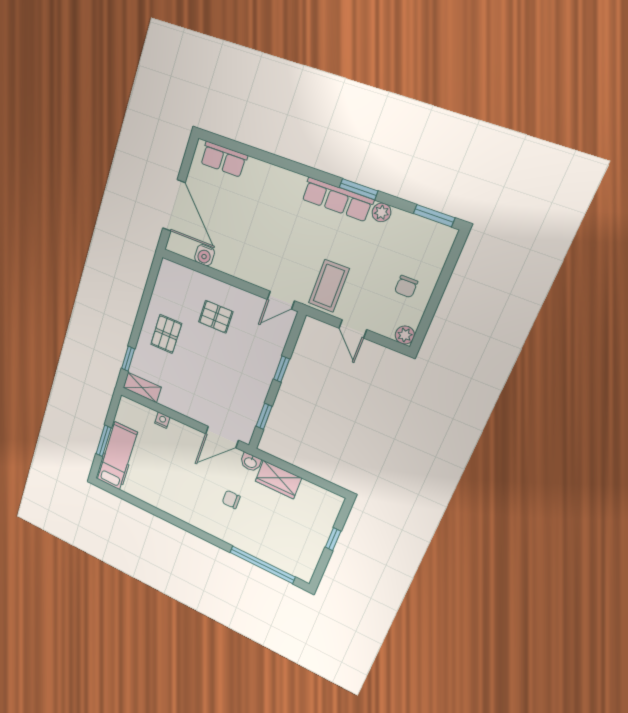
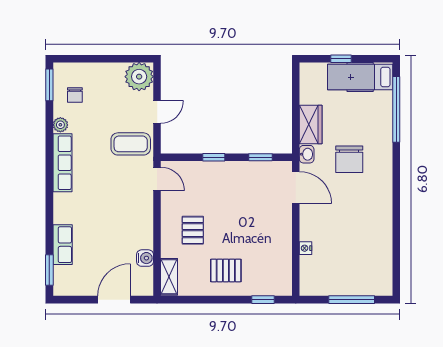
row of seats: (224, 159) -> (63, 245), moved
window: (359, 189) -> (49, 270), moved
door: (174, 206) -> (114, 300), width x0.73
chair: (406, 287) -> (75, 95), moved, turned 90
plant: (405, 335) -> (139, 77), width x1.87, depth x1.87
shelving: (142, 387) -> (169, 277), moved
window: (104, 441) -> (352, 300), width x1.44
hospital bed: (117, 456) -> (360, 77), moved
chair: (231, 500) -> (349, 159), width x1.87, depth x1.87

